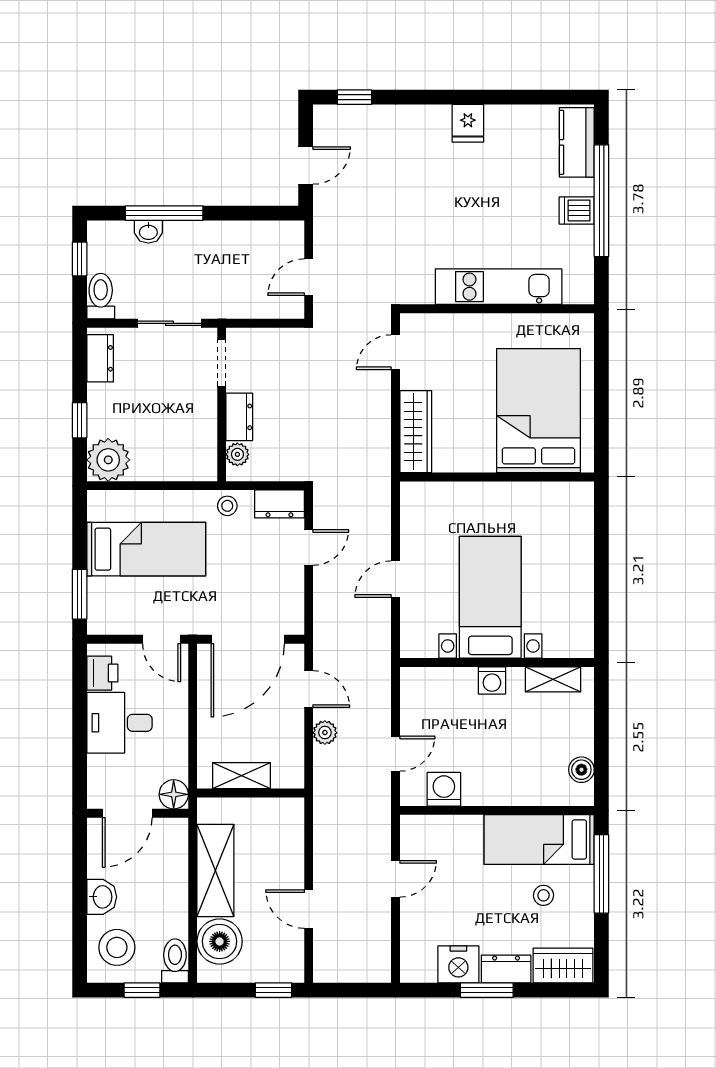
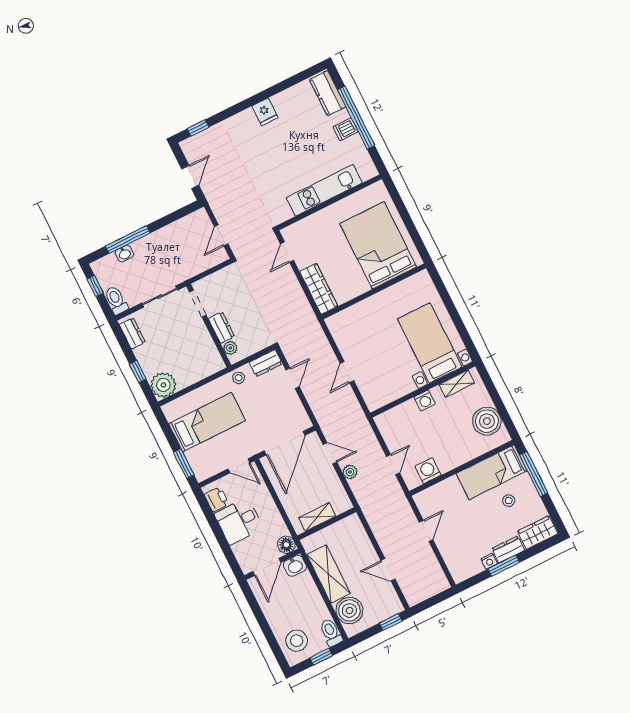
bed with nightstands: (490, 597) -> (430, 343), moved
boiler: (581, 770) -> (487, 421), width x1.86, depth x1.86
washbasin: (102, 897) -> (295, 566), moved, turned 90
nightstand: (458, 964) -> (489, 561), width x0.53, depth x0.56

